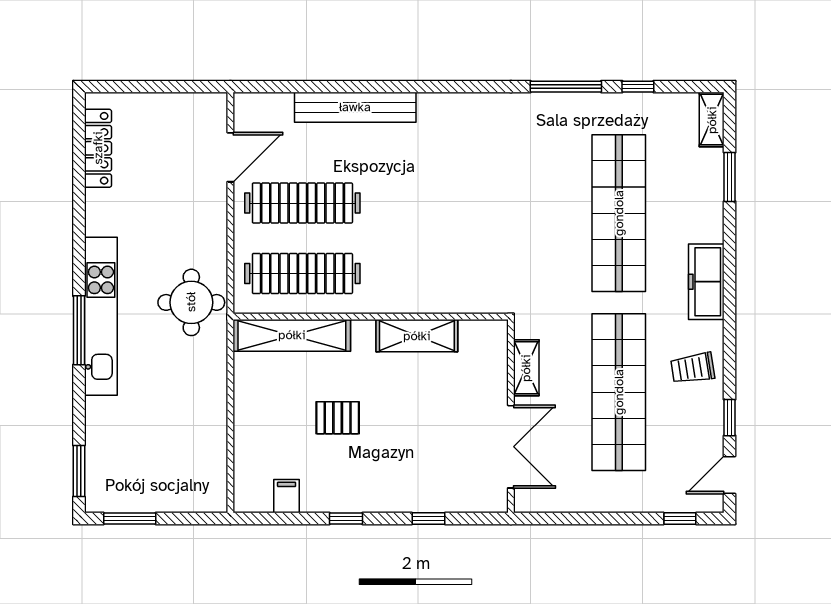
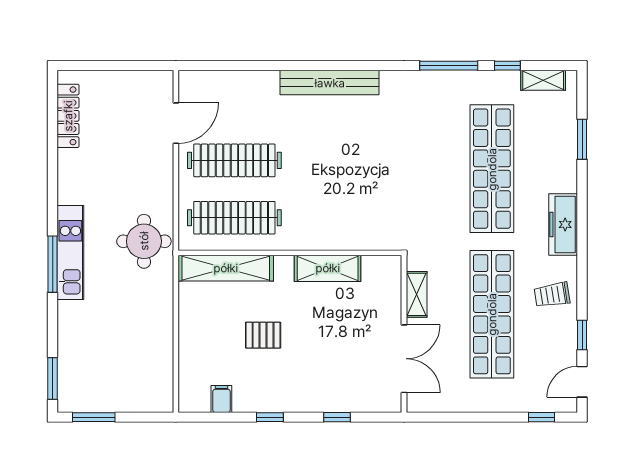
bench: (355, 107) -> (330, 83), moved
shelving: (712, 120) -> (543, 80), moved, turned 90
kitchen unit: (101, 316) -> (70, 253), width x0.73

